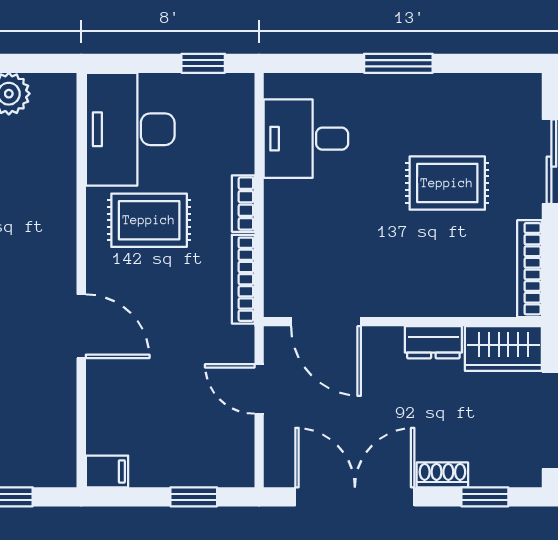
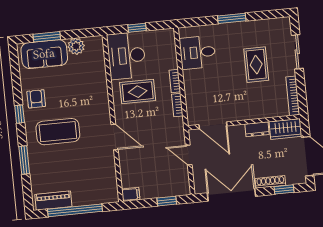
window: (203, 63) -> (137, 28), moved
rug: (447, 183) -> (256, 65), turned 90
bookcase: (243, 279) -> (177, 105), width x0.64
shoe rack: (442, 475) -> (270, 182), width x1.43

